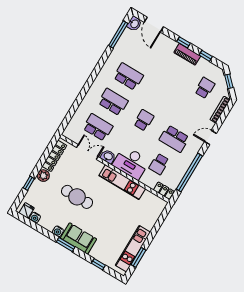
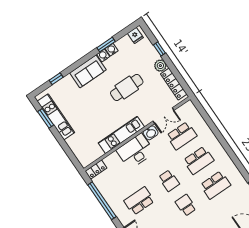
school desk: (159, 164) -> (186, 205), moved
water cooler: (35, 218) -> (112, 50), moved
window: (66, 245) -> (106, 45), moved

